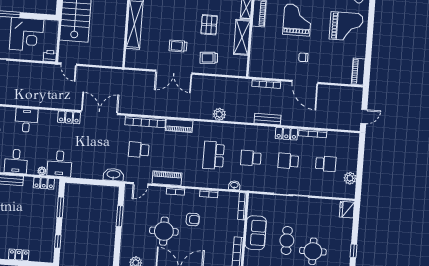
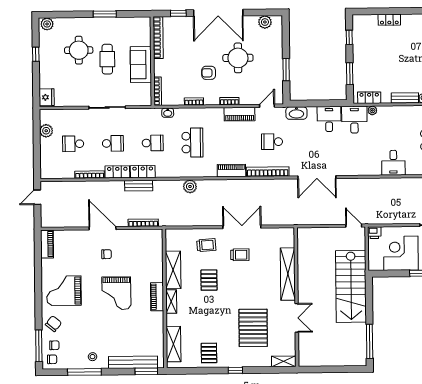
locker: (69, 117) -> (143, 172), moved
school desk: (139, 150) -> (272, 142), turned 180
desk: (16, 161) -> (329, 119), moved

